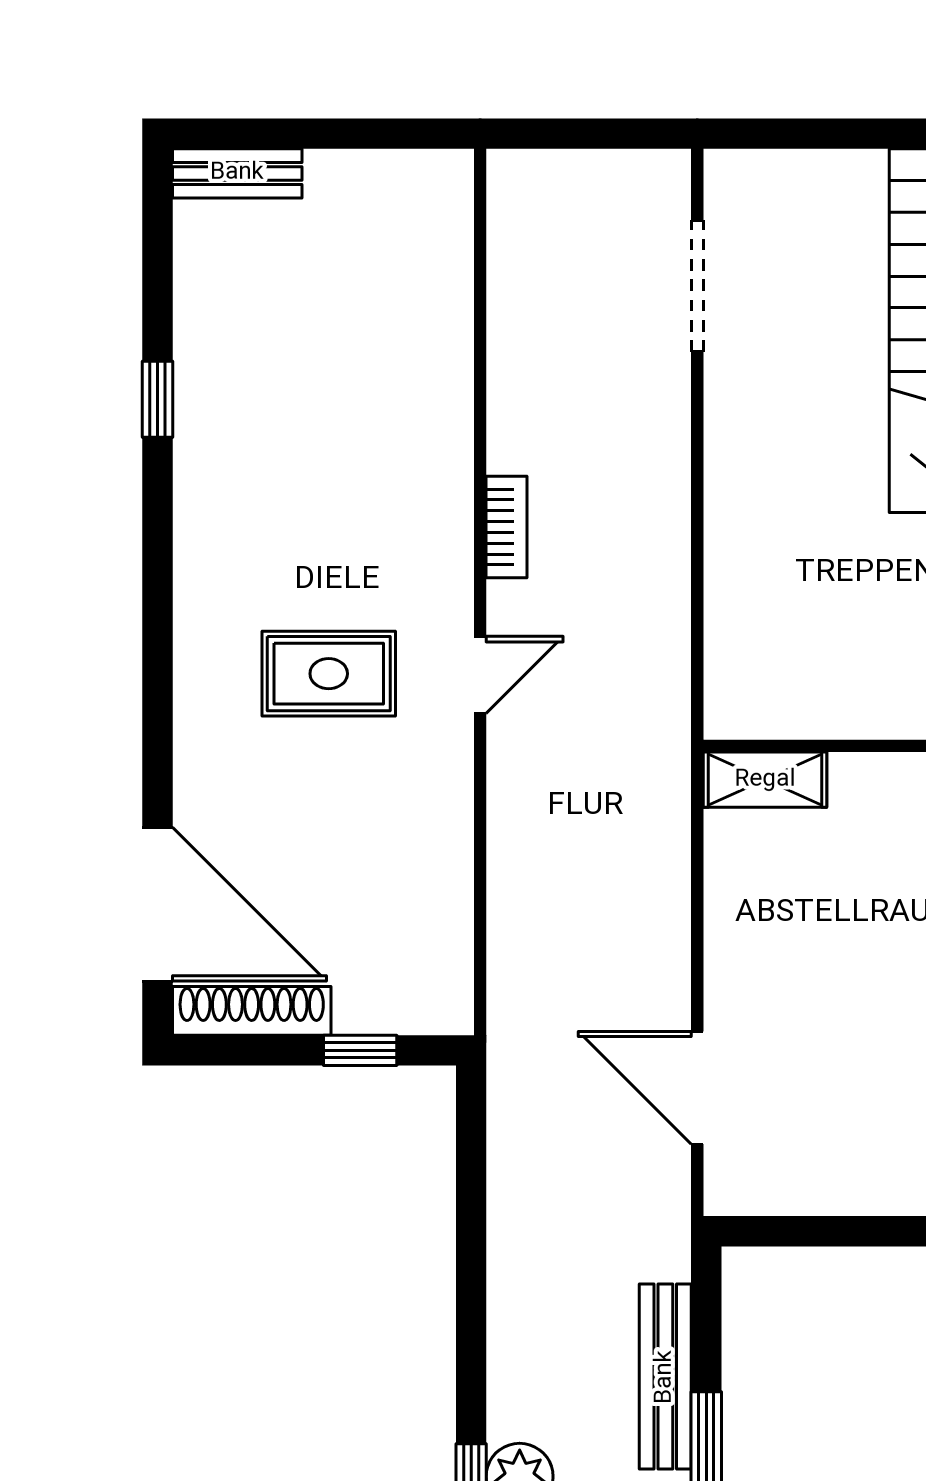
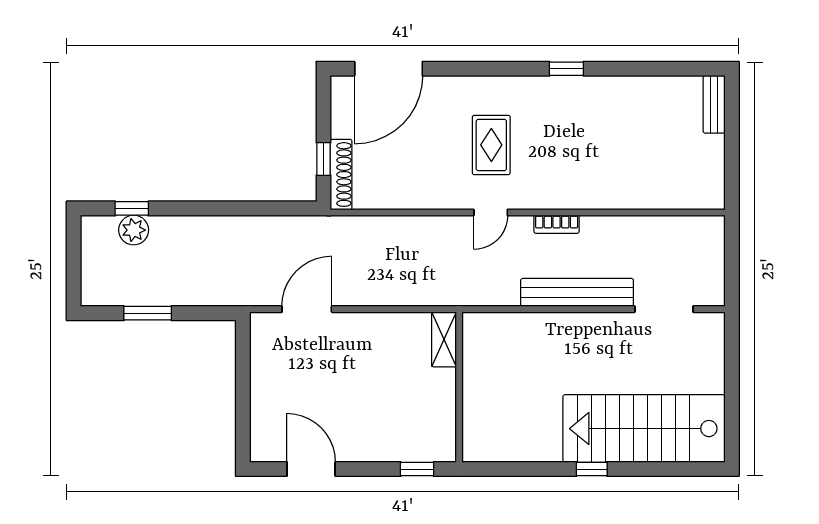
window: (157, 399) -> (566, 69), moved
door: (480, 675) -> (491, 212), hinge flipped
shoe rack: (252, 1011) -> (341, 175), moved
bench: (665, 1377) -> (577, 292), moved, width x1.37, depth x1.21

